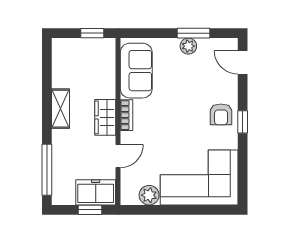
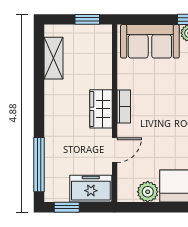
sofa: (136, 71) -> (150, 41), moved, turned 90
shelving: (61, 109) -> (53, 58), moved
window: (90, 210) -> (67, 207), moved

